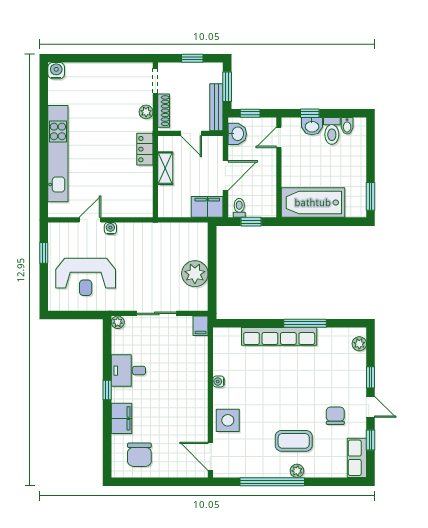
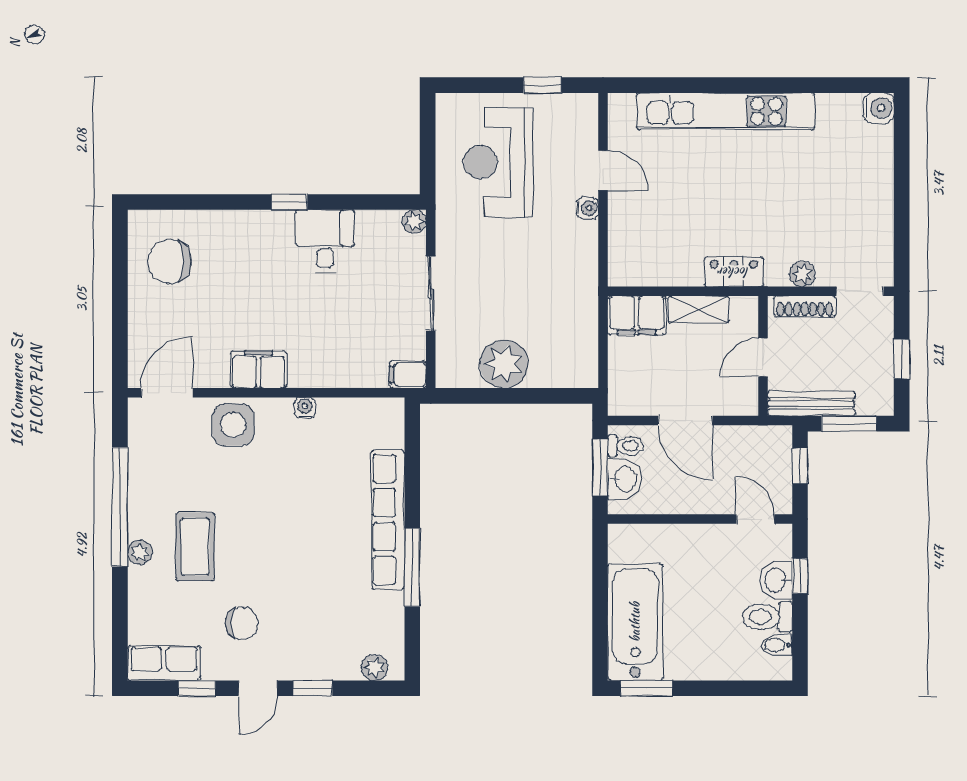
washbasin: (237, 134) -> (625, 479), moved, turned -90
bathtub: (313, 203) -> (635, 622), moved
filing cabinet: (207, 207) -> (637, 315), moved, turned 90
window: (251, 222) -> (600, 467), width x1.50
filing cabinet: (121, 418) -> (258, 369), moved, turned 180

